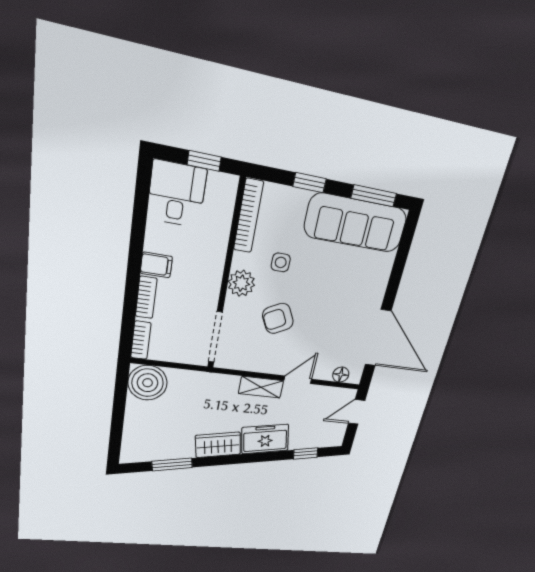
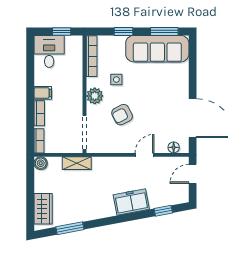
boiler: (148, 383) -> (41, 163), width x0.54, depth x0.54
shelving: (261, 387) -> (77, 163), moved
wardrobe: (218, 445) -> (43, 209), moved, turned 101

